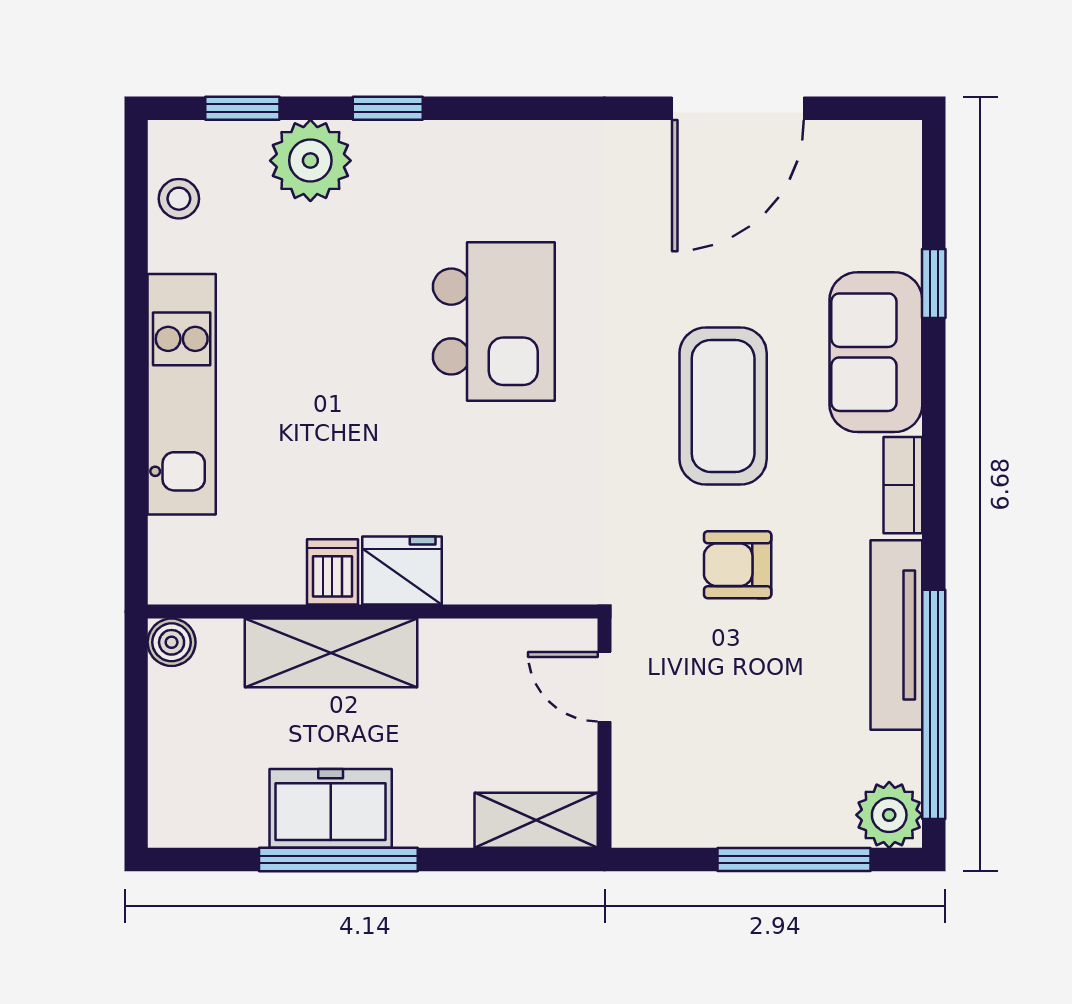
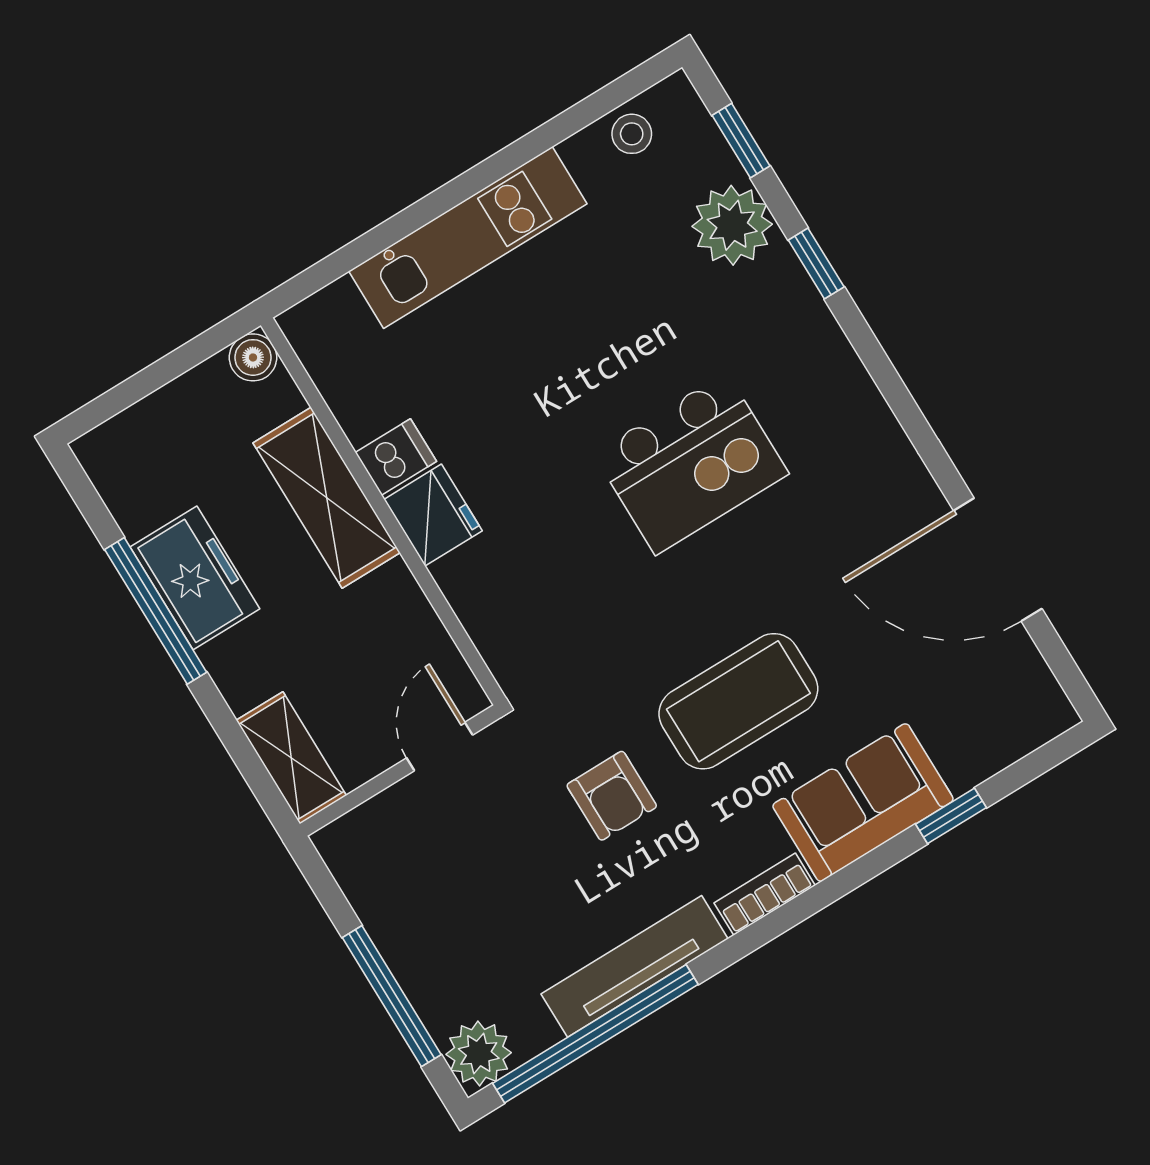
armchair: (738, 565) -> (612, 796), turned 180

